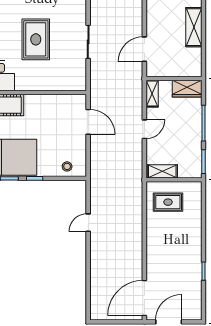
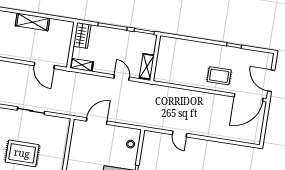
door: (144, 129) -> (122, 78), moved
rug: (168, 202) -> (219, 76), moved, turned 90
door: (144, 298) -> (249, 97), hinge flipped

